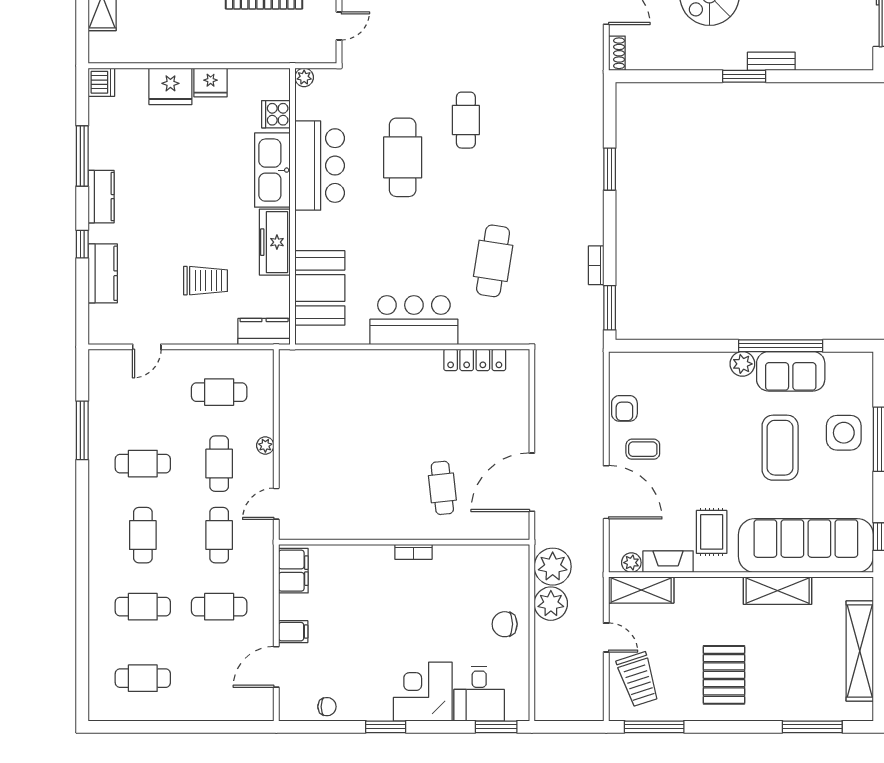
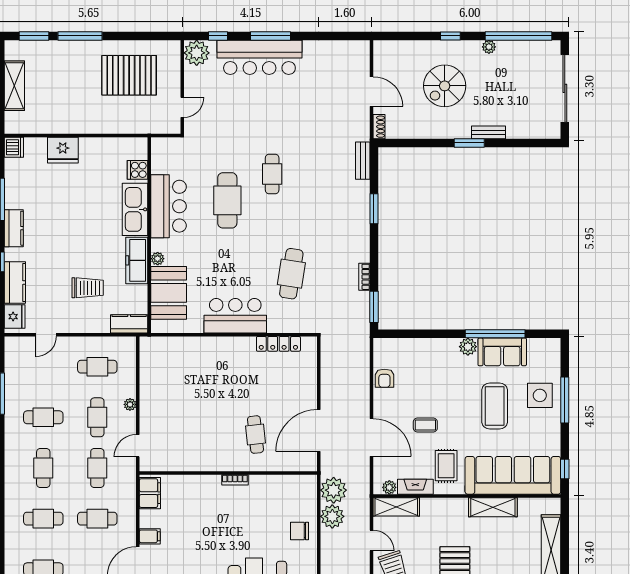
plant: (304, 77) -> (158, 259), moved
fridge: (211, 82) -> (15, 317), moved, turned -90
bench: (594, 101) -> (363, 161), added
coffee table: (643, 449) -> (425, 425), moved

